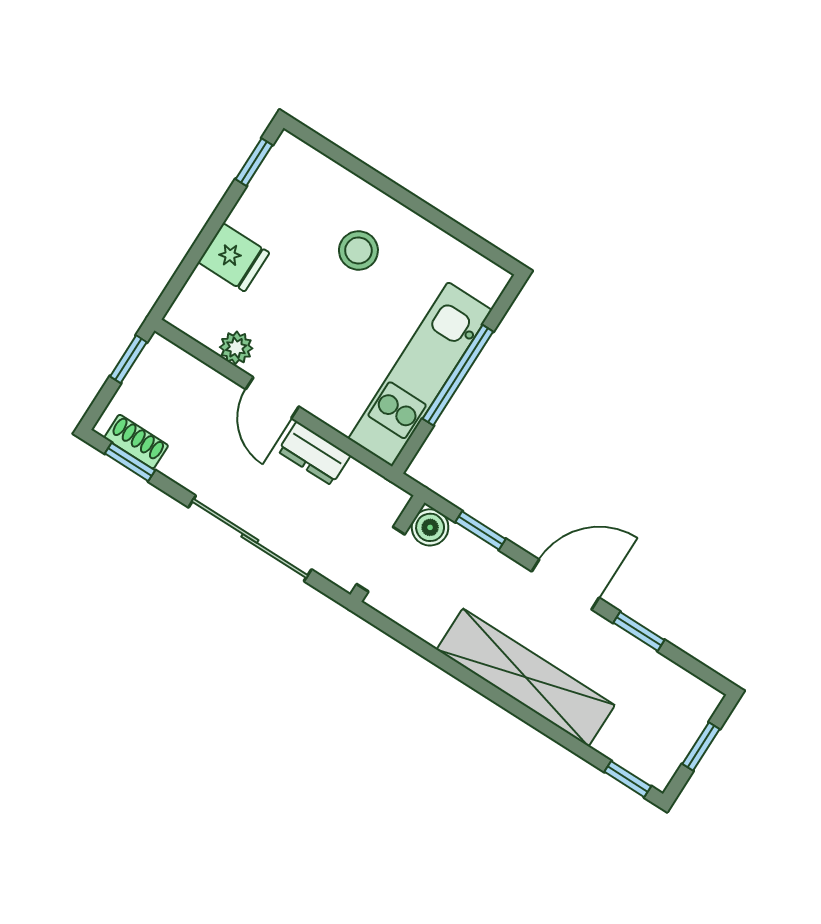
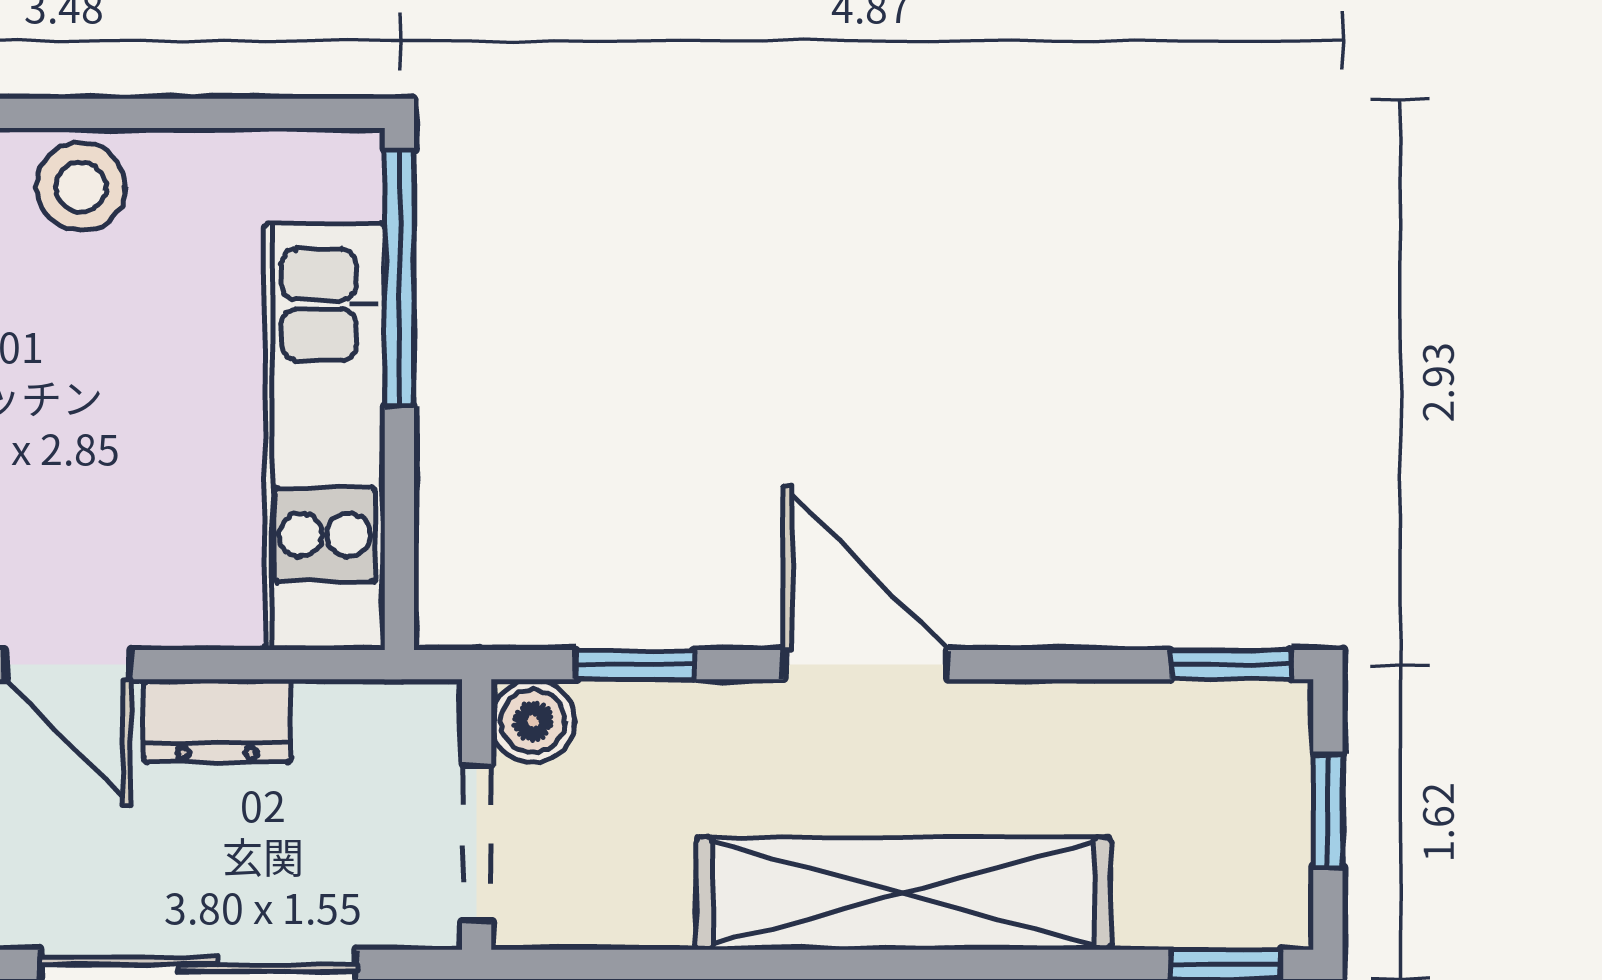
stool: (358, 250) -> (81, 187), moved
window: (458, 375) -> (399, 278), moved
door: (565, 585) -> (866, 665), hinge flipped
window: (639, 631) -> (1231, 665), moved

